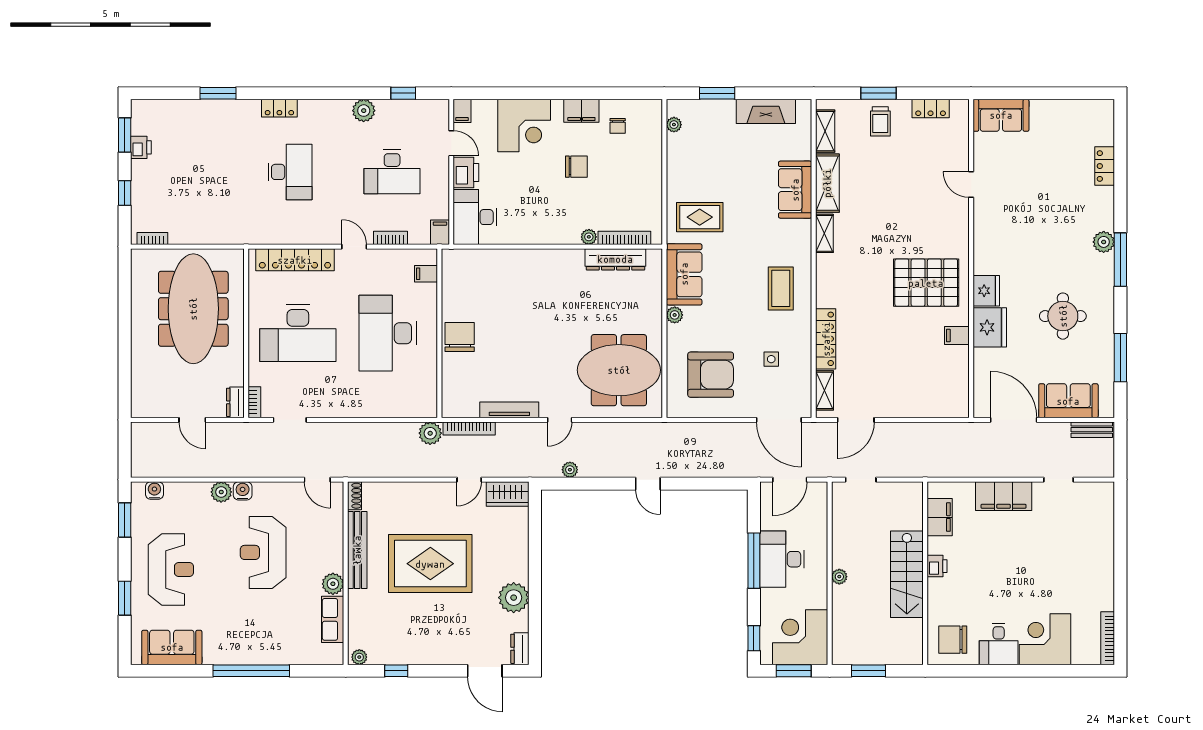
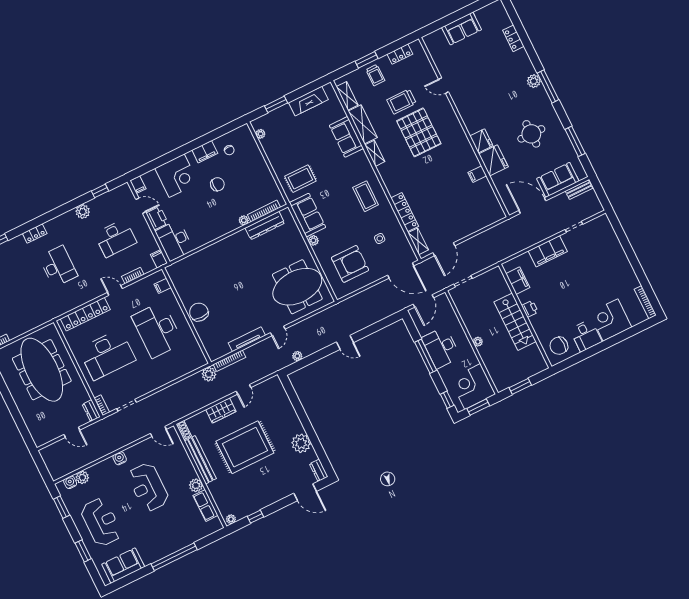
sofa: (1001, 115) -> (462, 28), moved
trolley: (899, 178) -> (402, 102), added
pallet: (926, 283) -> (419, 132), moved, turned 90
plant: (221, 492) -> (82, 477), moved
wardrobe: (508, 494) -> (221, 411), moved

